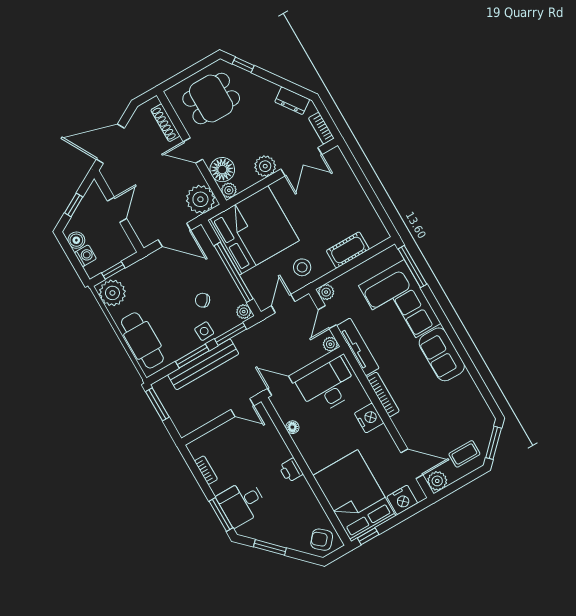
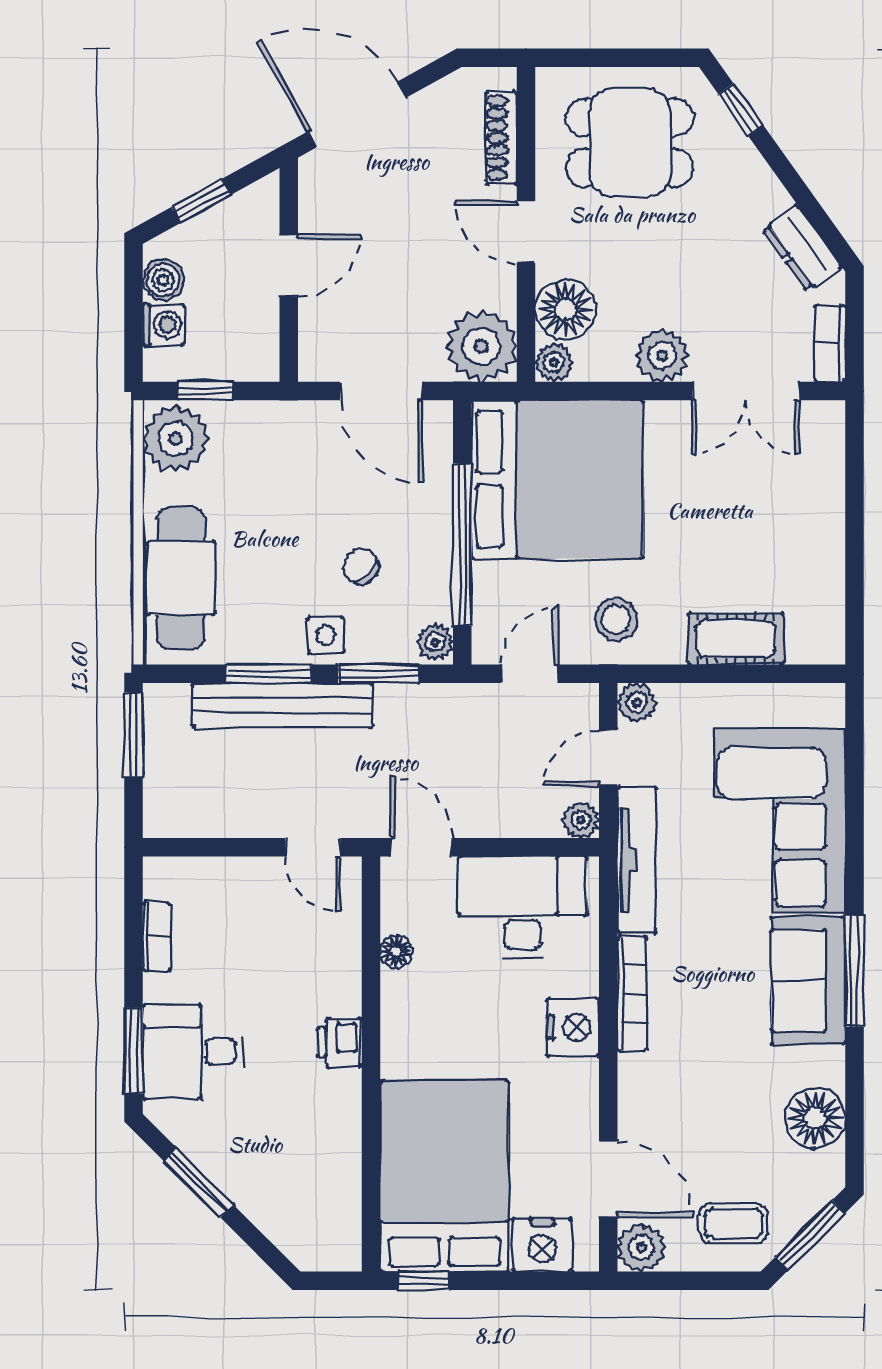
window: (412, 267) -> (855, 971), moved
floor lamp: (472, 401) -> (815, 1118), added
armchair: (322, 540) -> (319, 1230), removed

